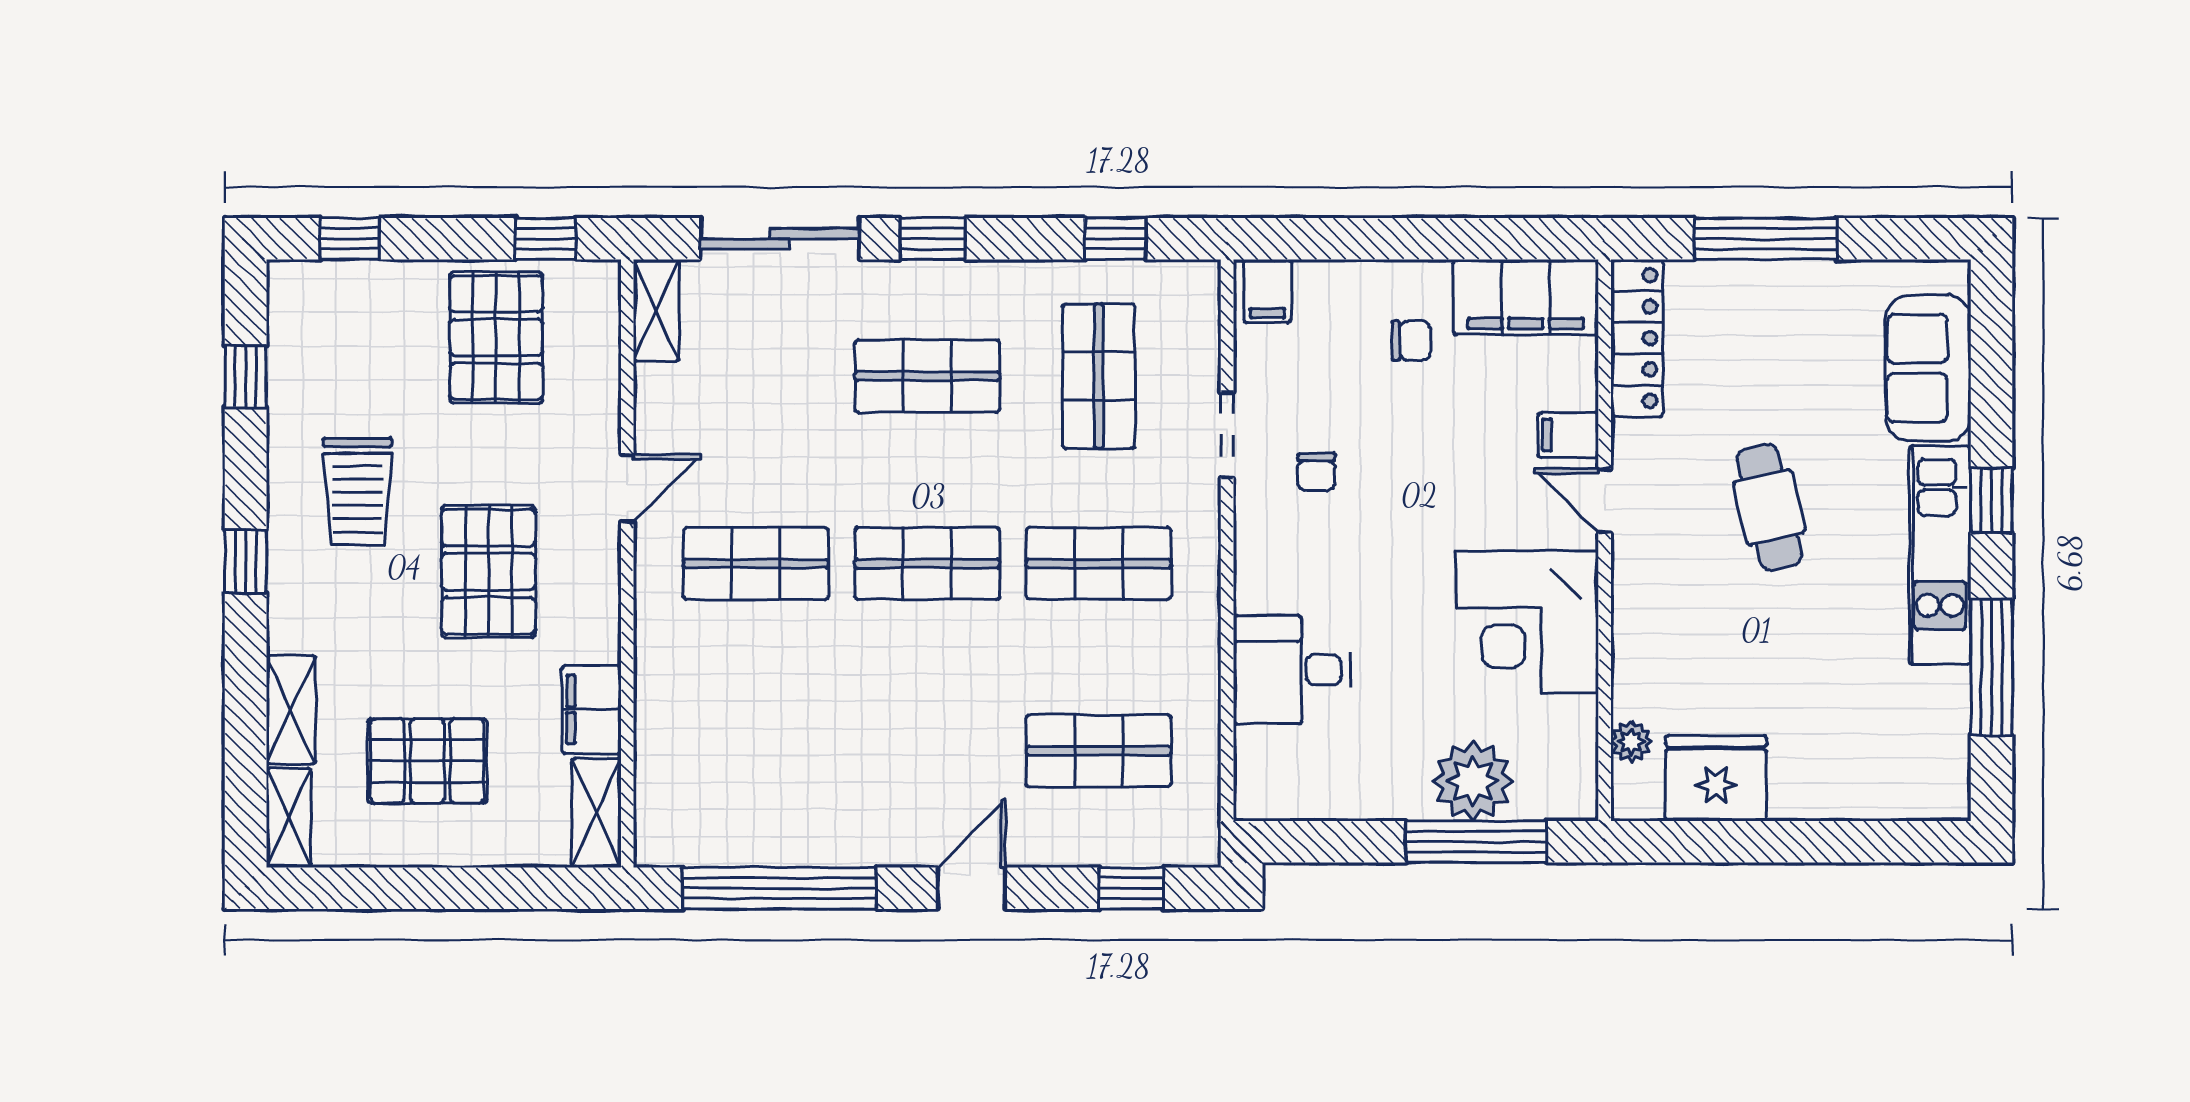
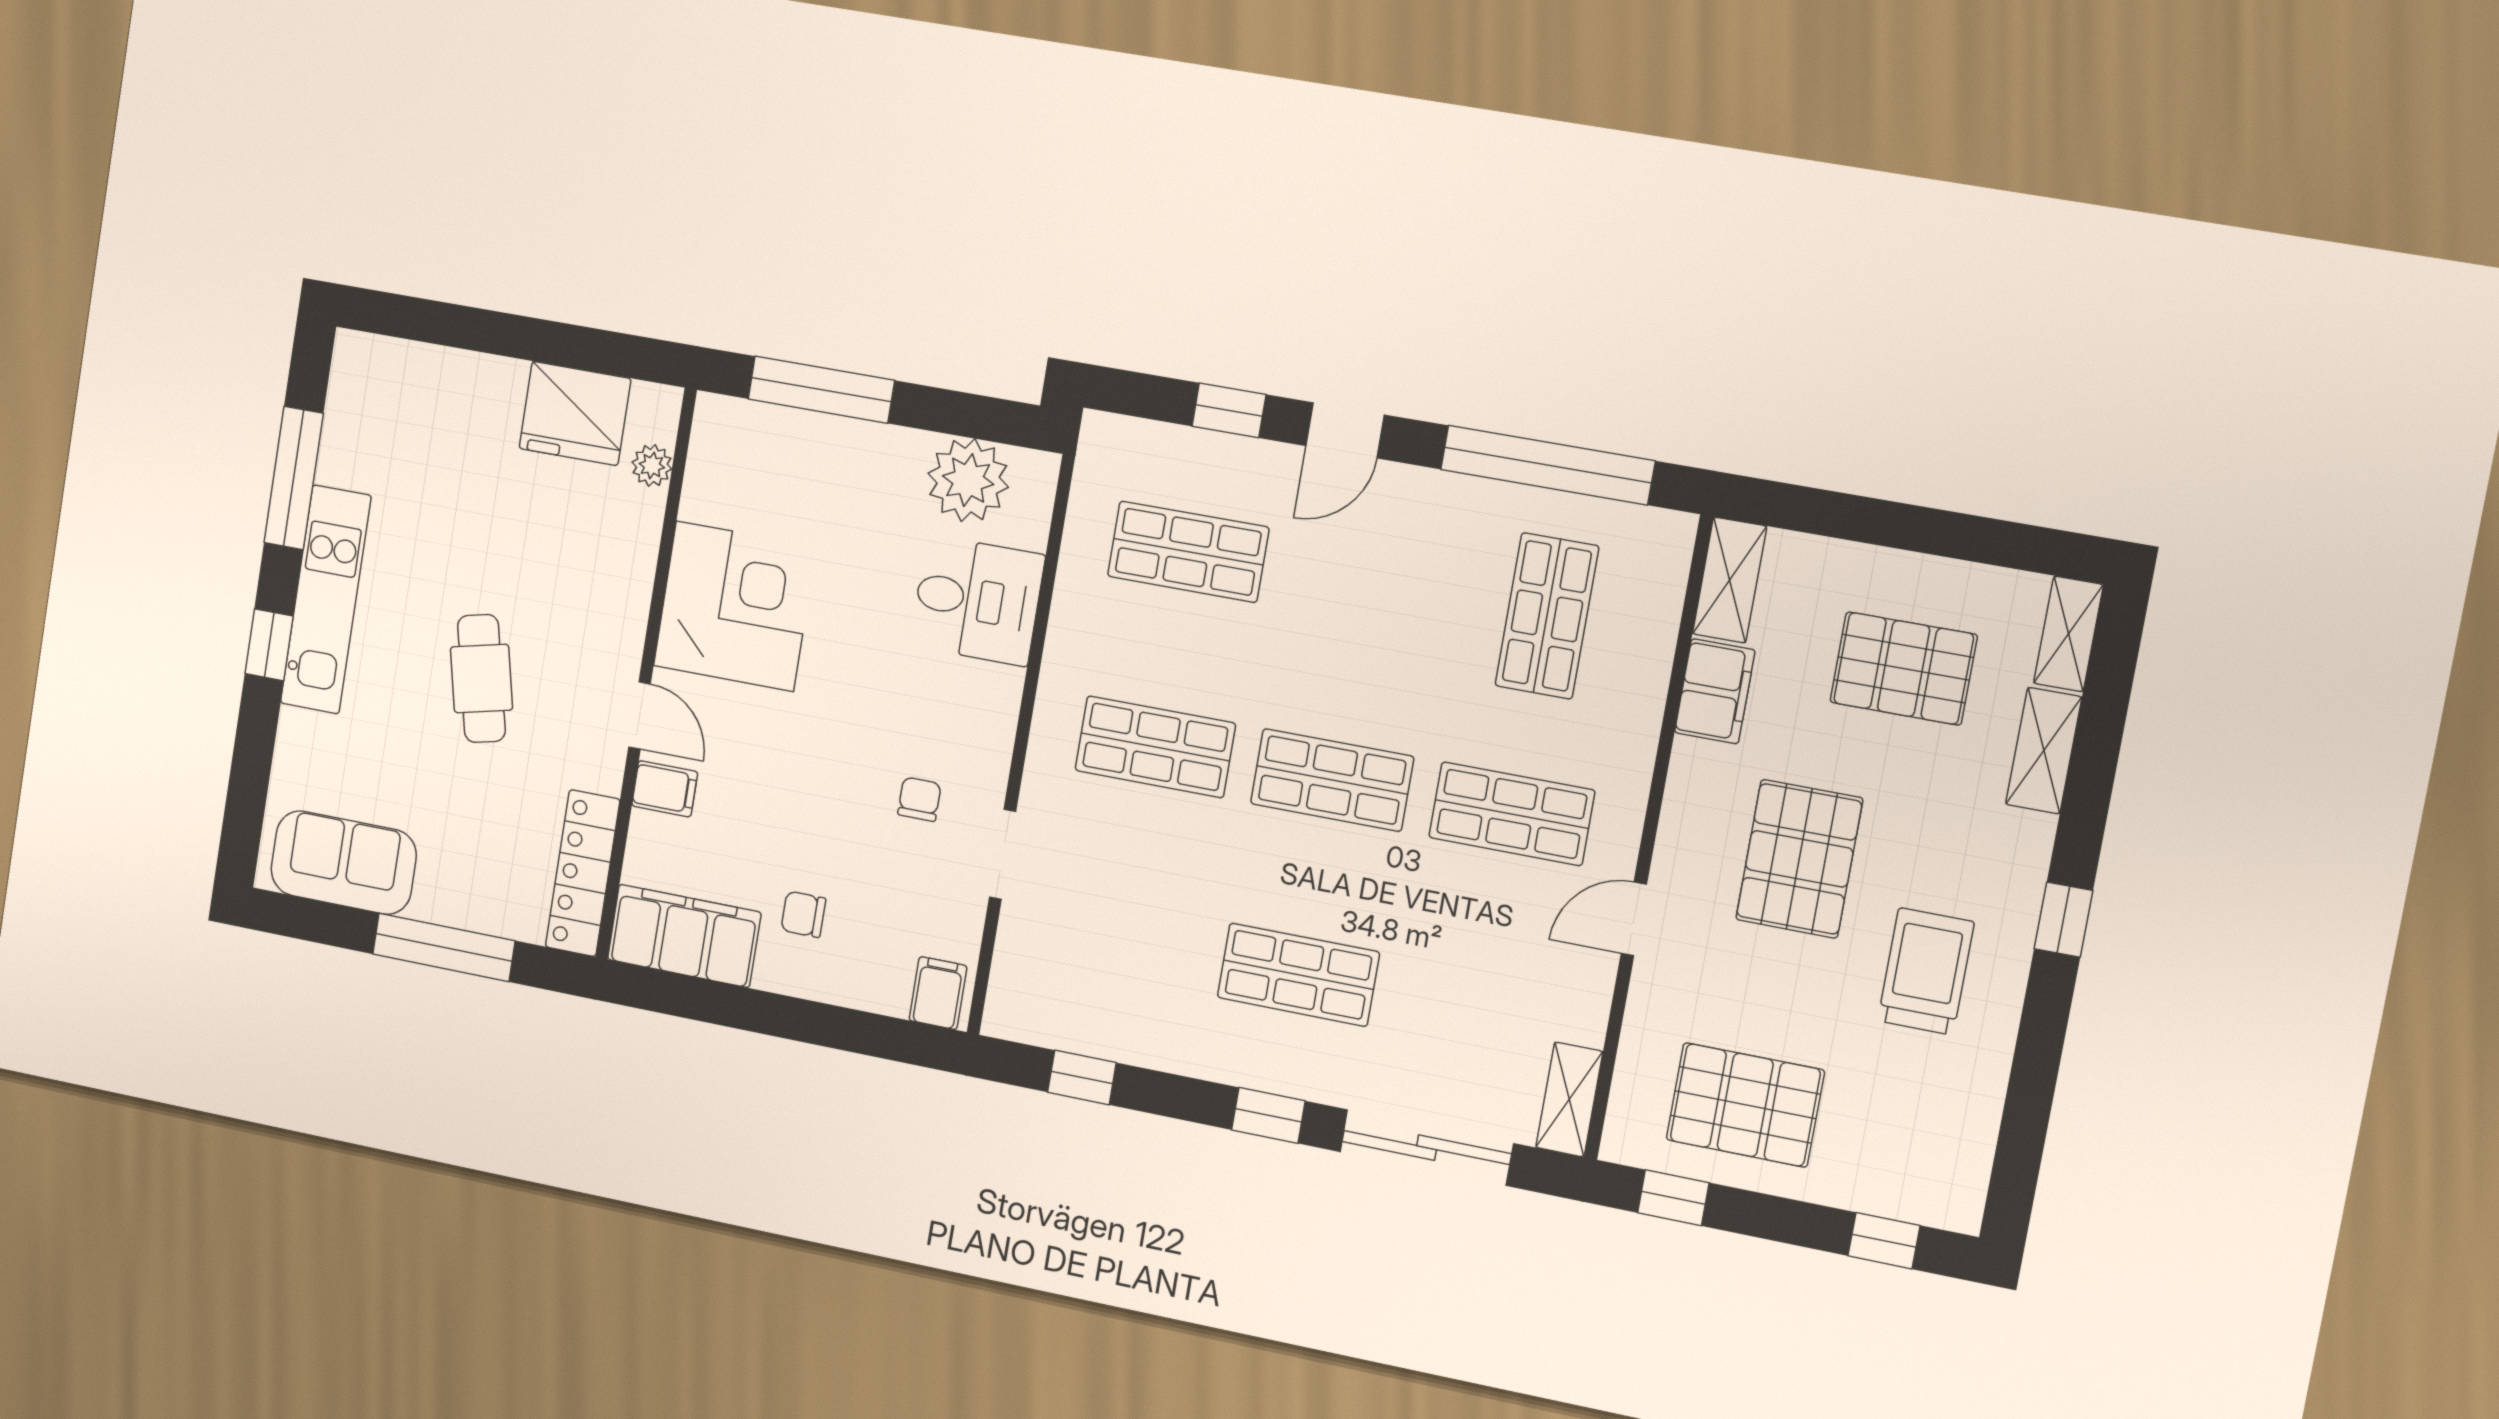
pallet: (496, 338) -> (1745, 1105), turned 90
sofa: (1928, 368) -> (344, 863), moved, turned -90
window: (246, 376) -> (2026, 1118), removed
shop shelf: (1099, 376) -> (1547, 616), moved
plant: (1473, 781) -> (968, 480), moved
window: (1131, 888) -> (1229, 410), moved

